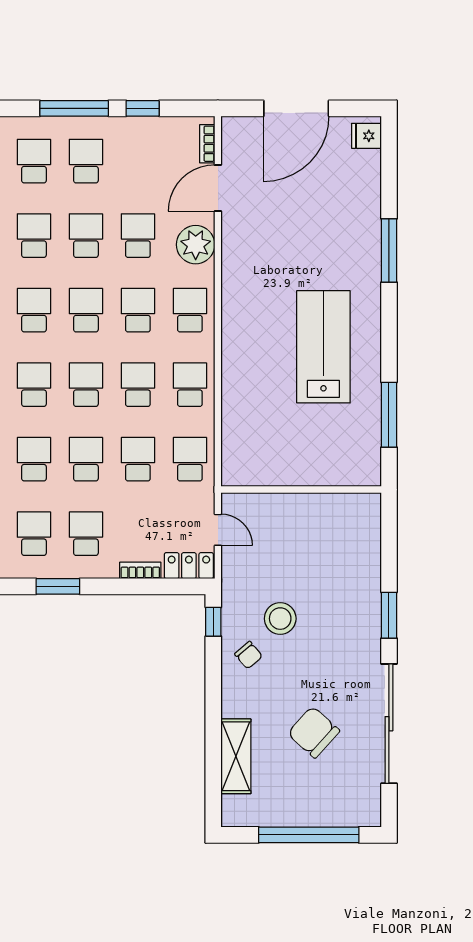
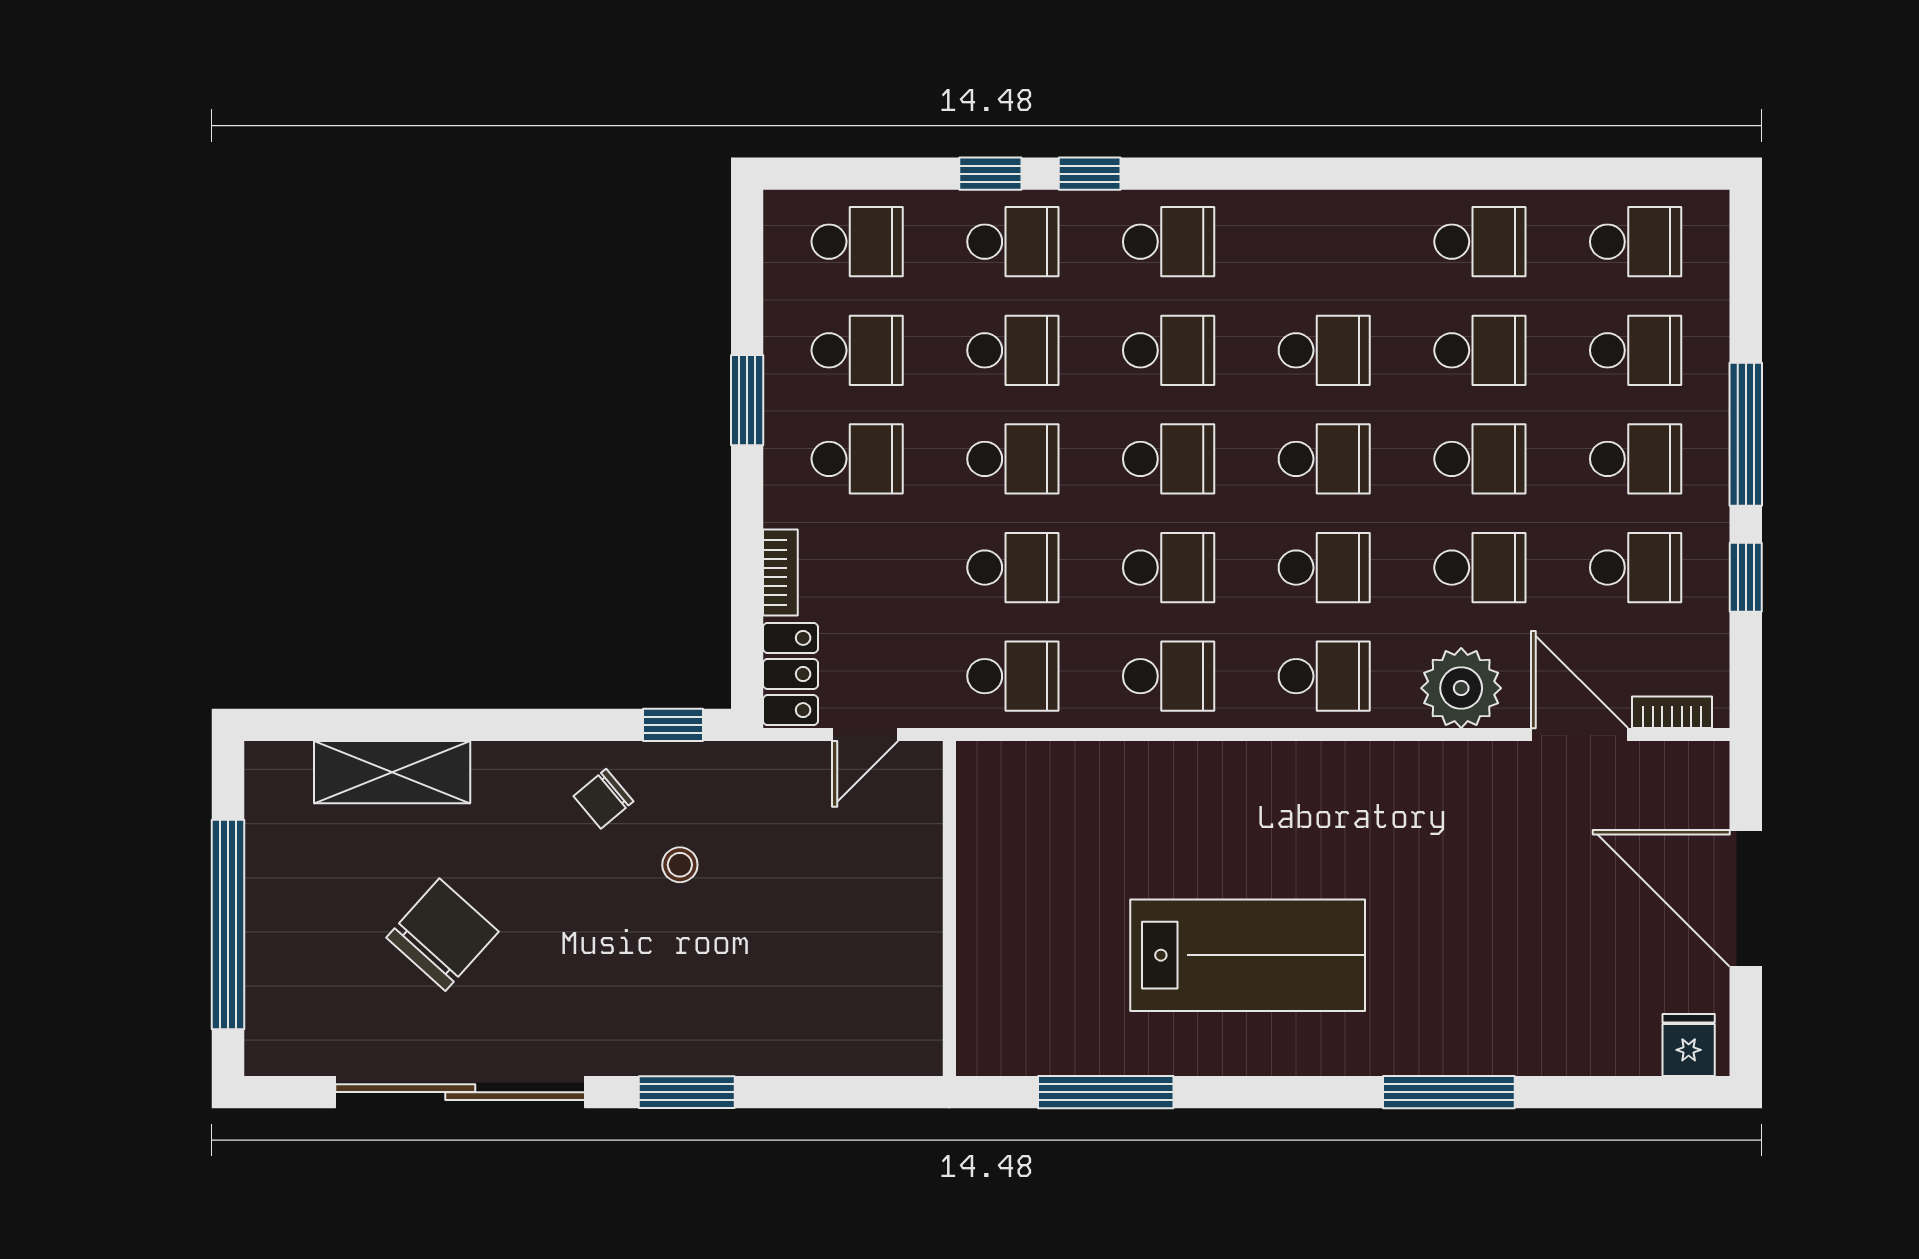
school desk: (138, 161) -> (1636, 568), added
stool: (280, 619) -> (680, 865), width x0.53, depth x0.53

